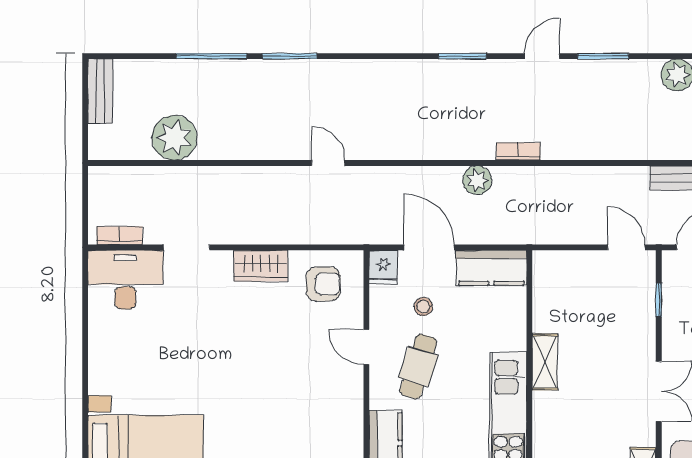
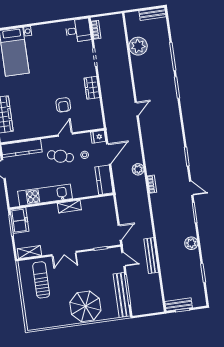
desk: (125, 280) -> (78, 30), width x0.73
armchair: (323, 284) -> (63, 105), moved

